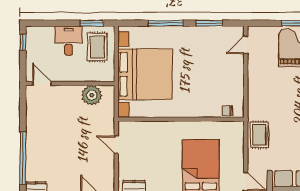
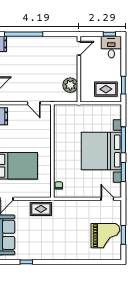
desk: (69, 41) -> (111, 47), moved, turned -90
bed with nightstands: (145, 74) -> (101, 151), moved, turned 90
door: (116, 145) -> (34, 103), swing flipped

